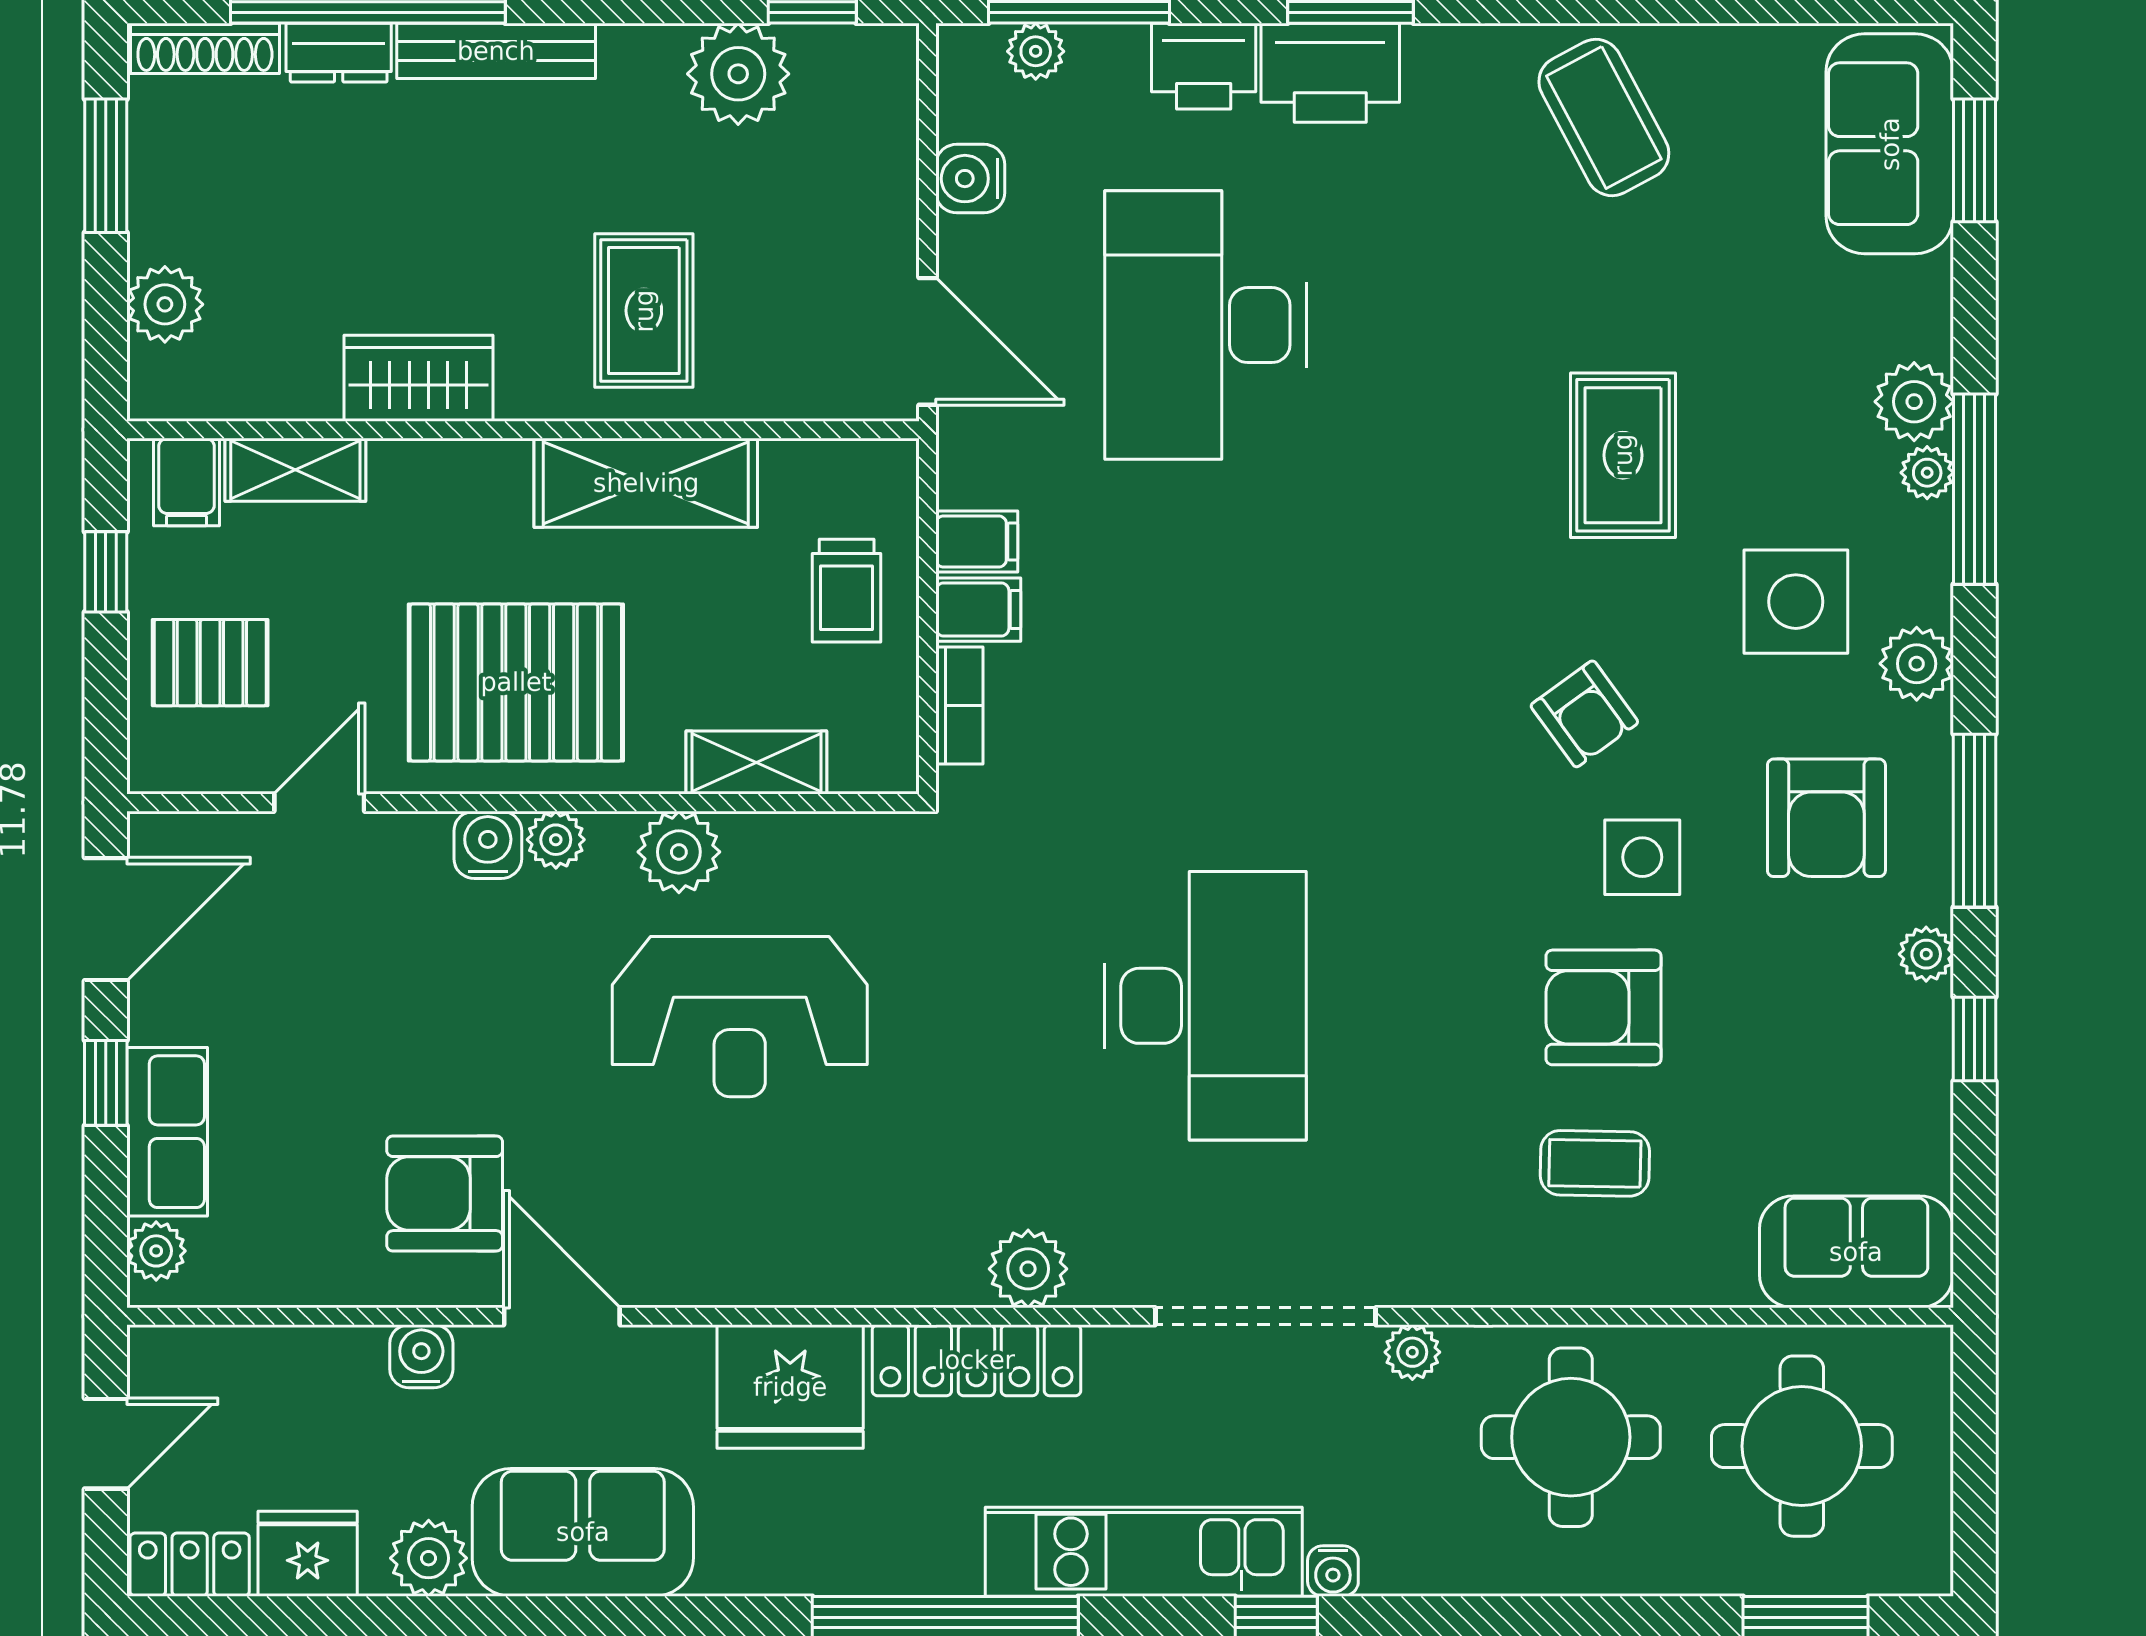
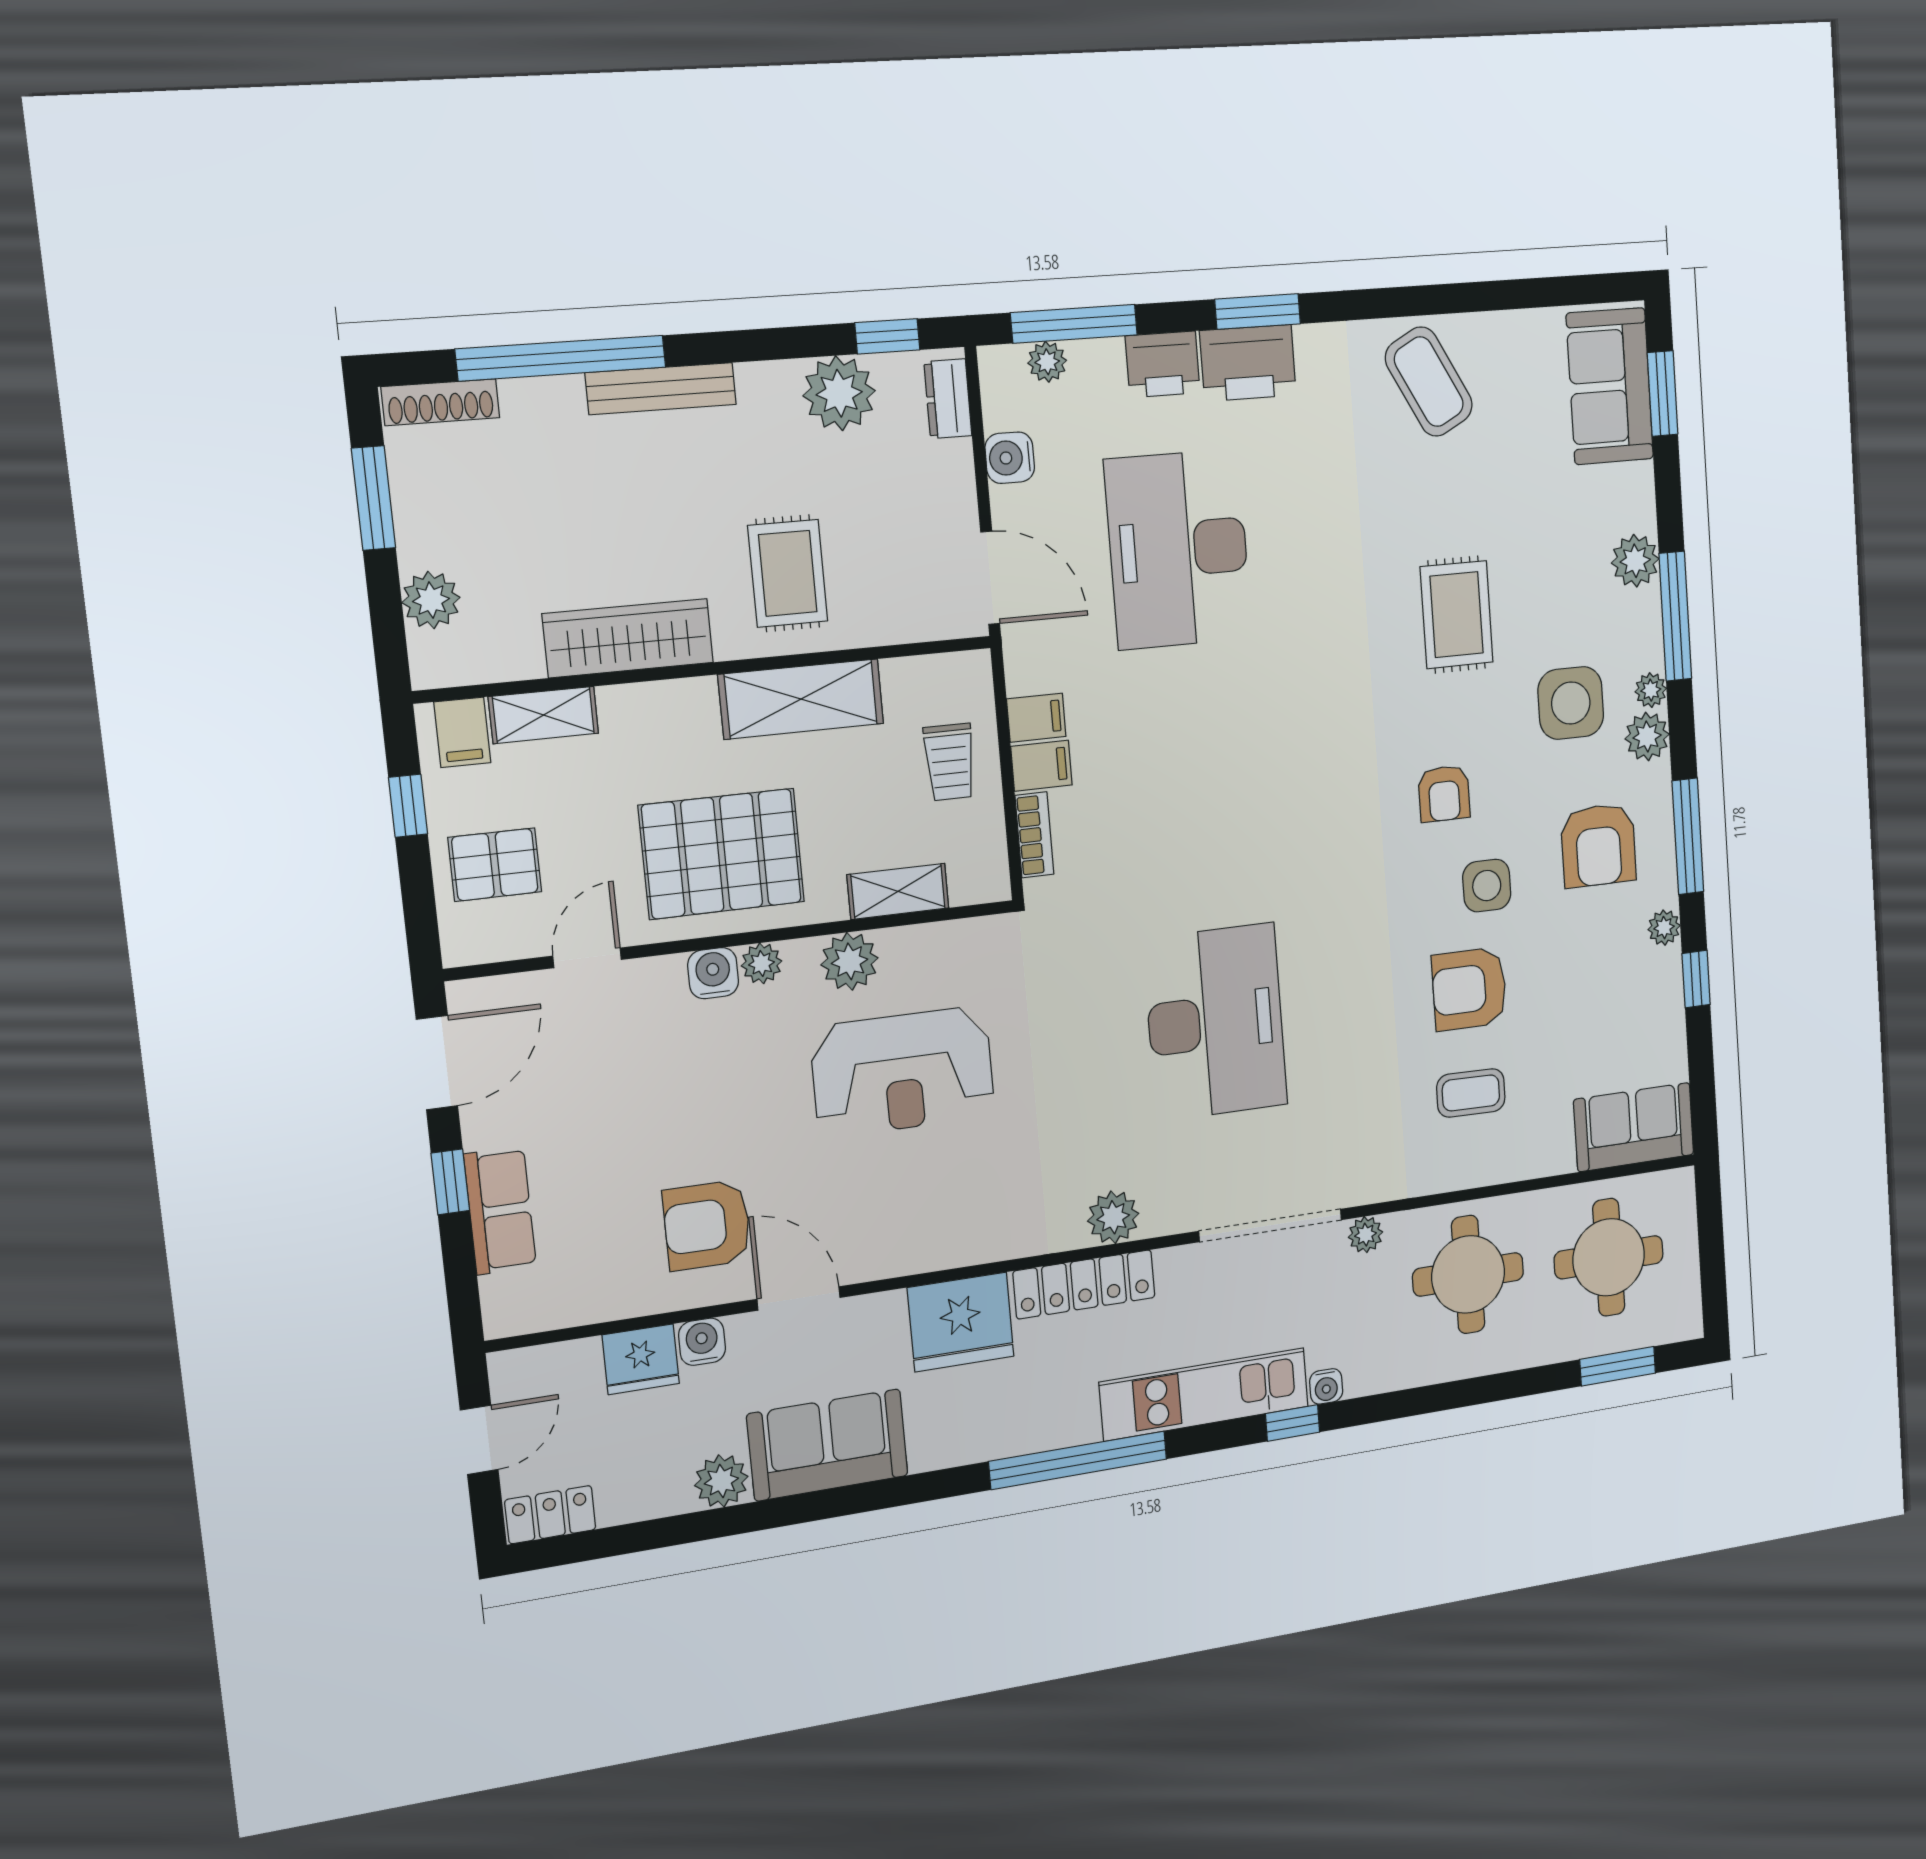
dresser: (339, 53) -> (948, 399), moved, turned 90
wardrobe: (419, 378) -> (628, 638), width x1.50
plant: (1927, 473) -> (1651, 690), moved
armchair: (1584, 714) -> (1444, 794), turned 36
plant: (156, 1251) -> (501, 1297), removed
fridge: (308, 1554) -> (641, 1359), moved, turned 180

